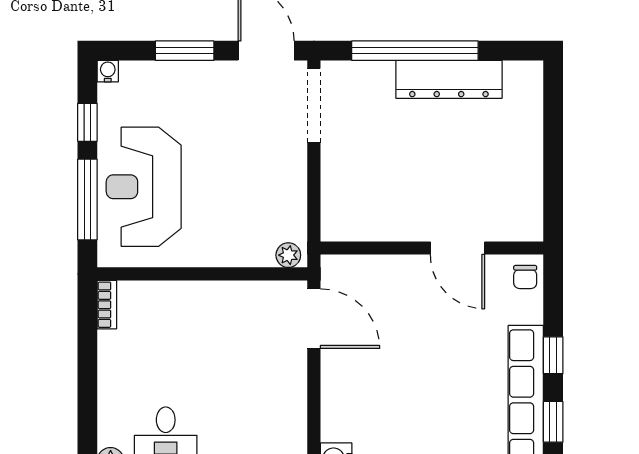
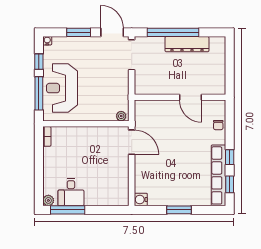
wall: (432, 248) -> (180, 97), moved
door: (457, 248) -> (190, 97), moved

